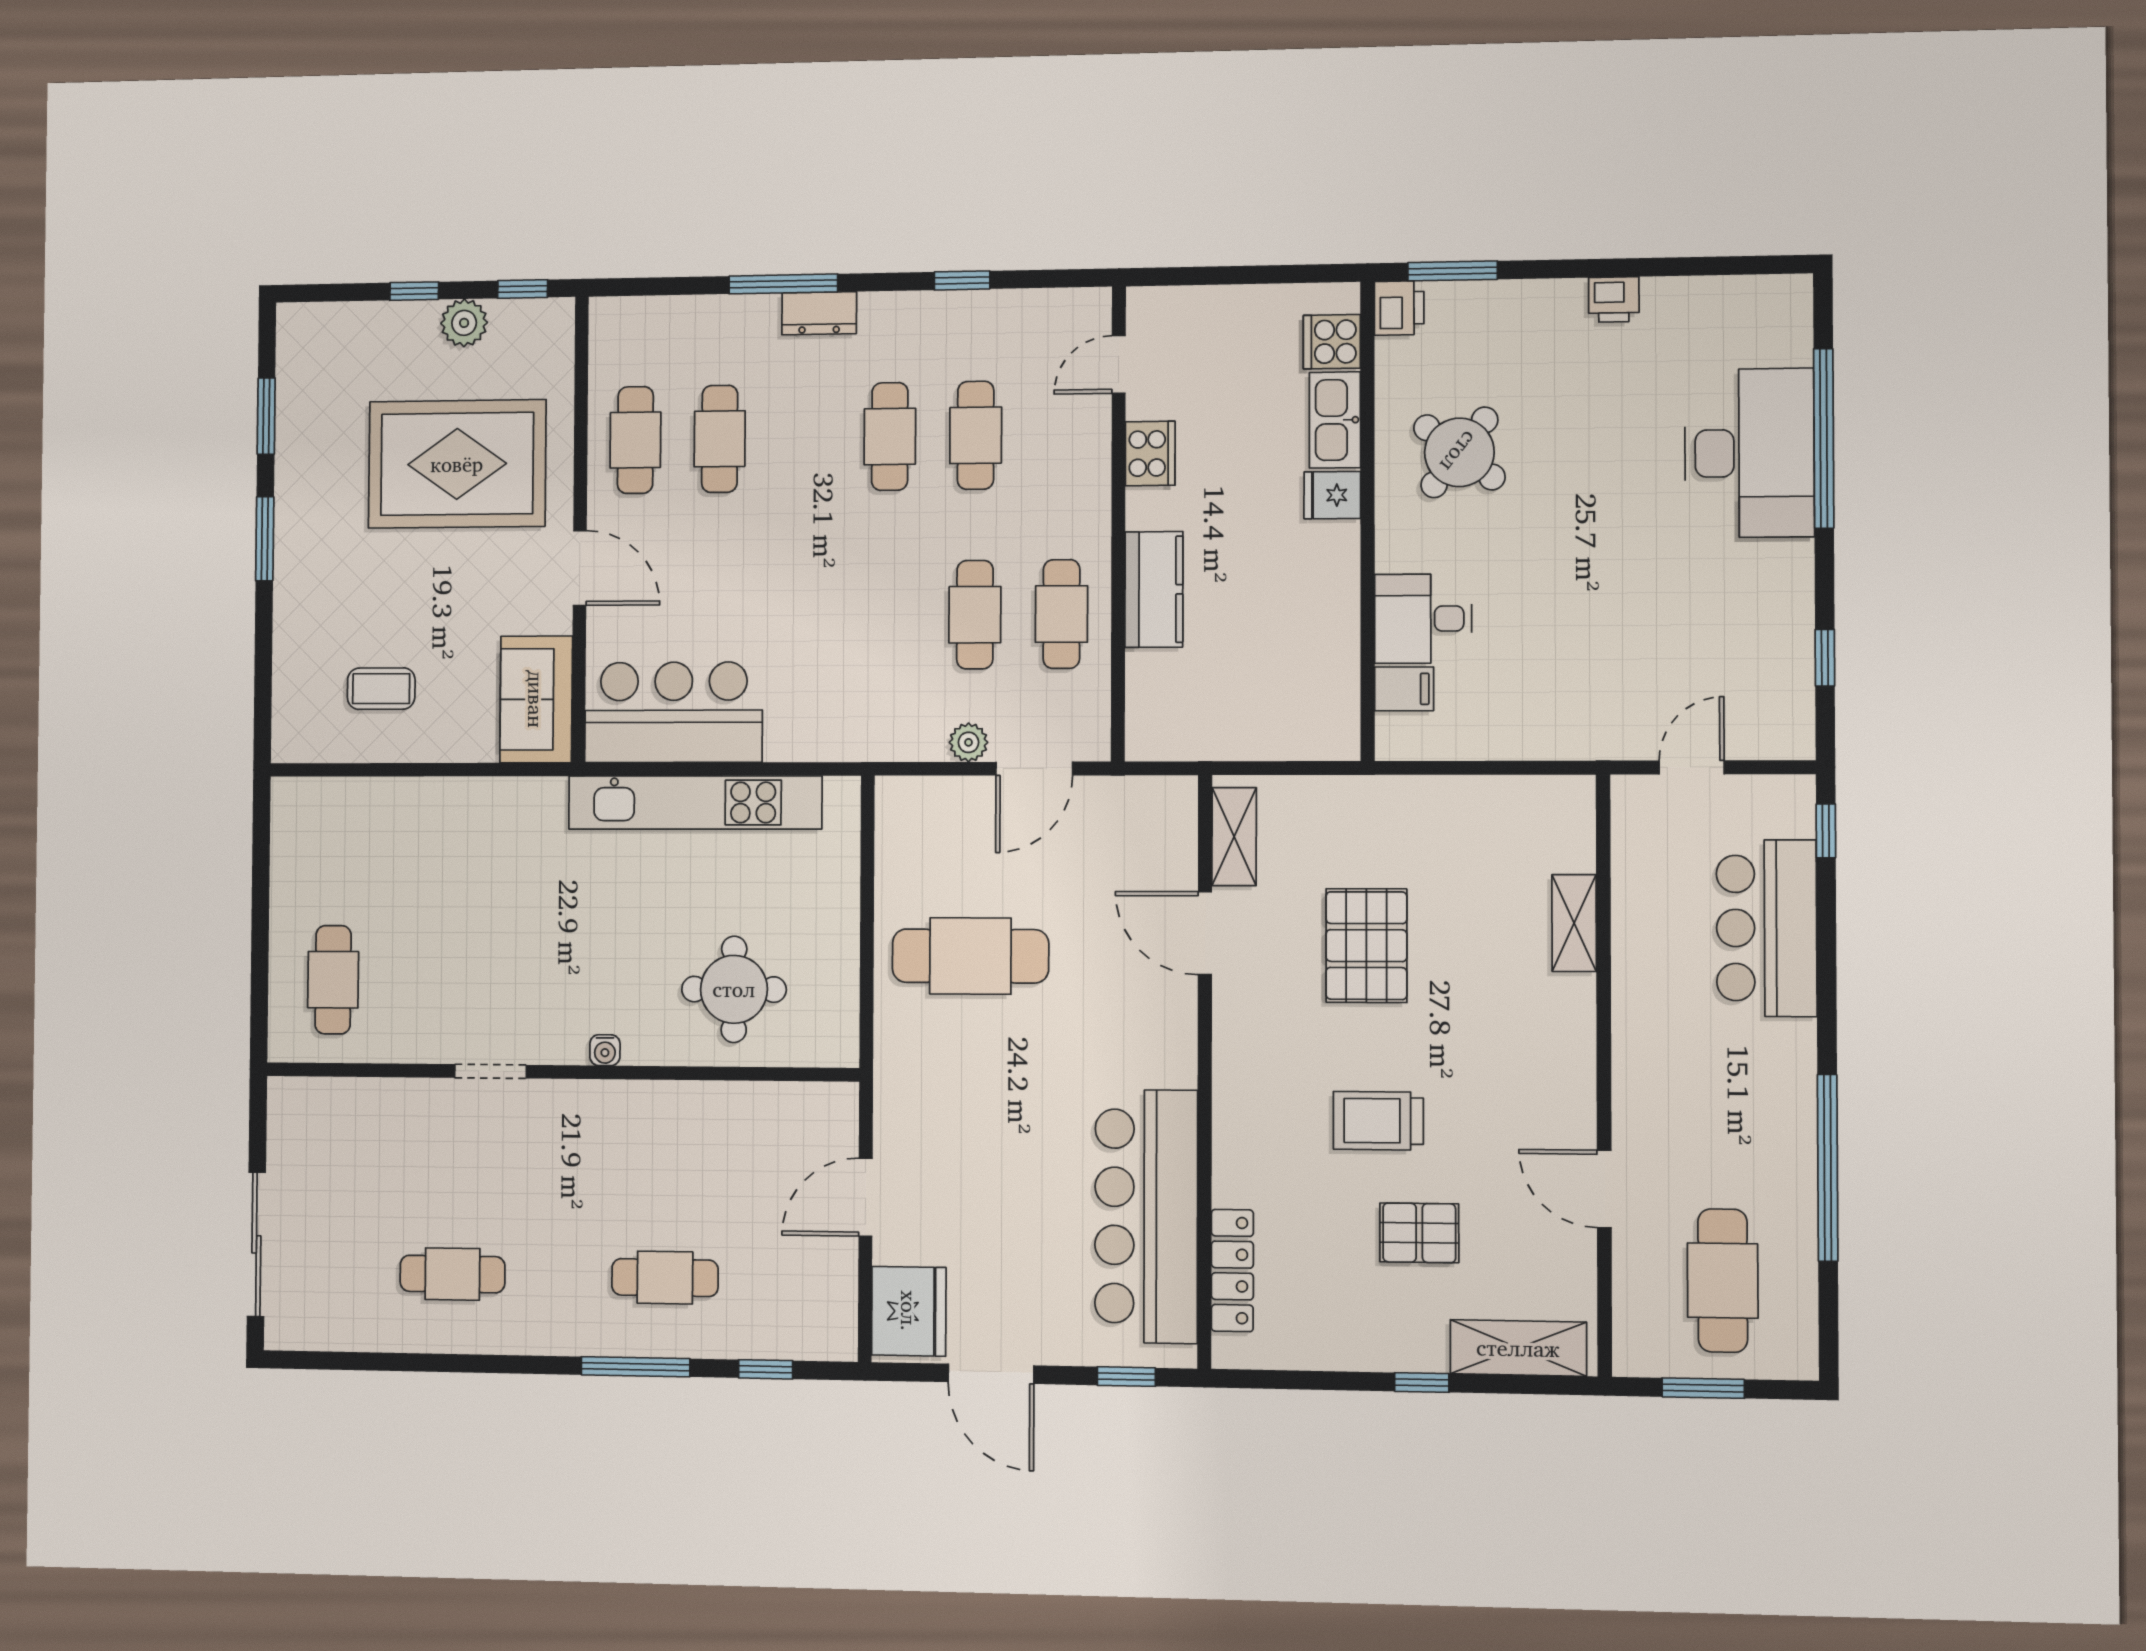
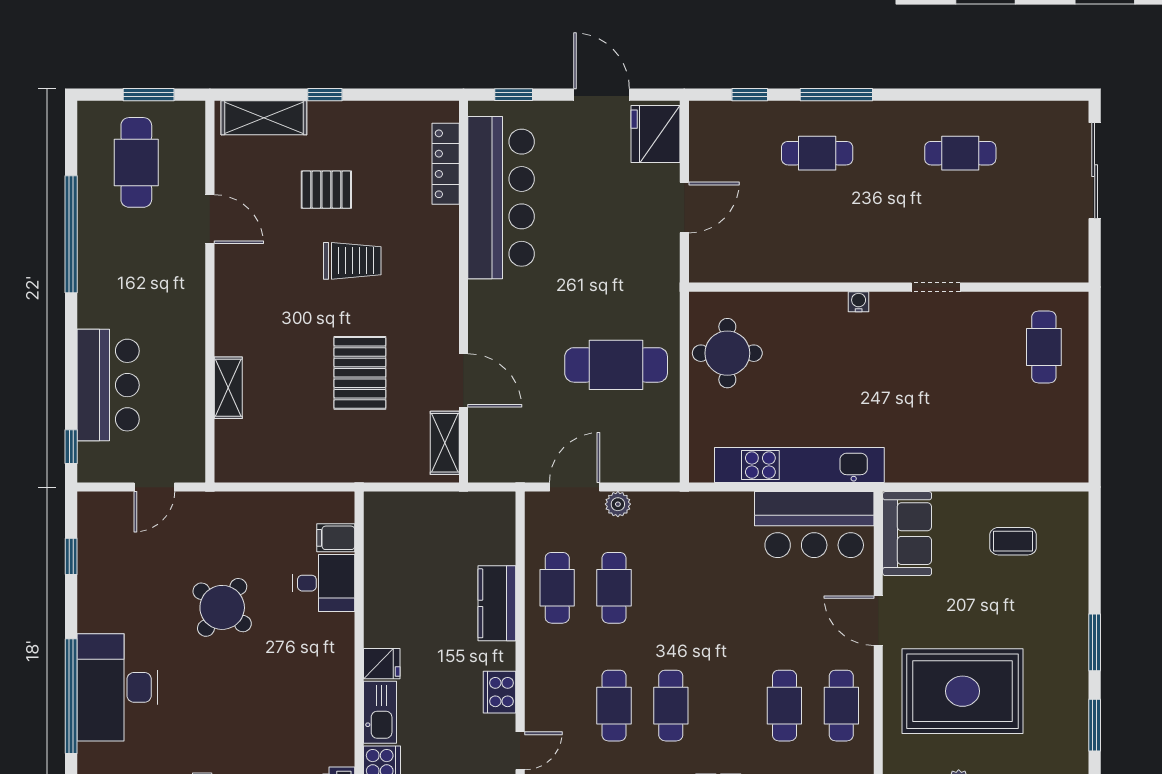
round table: (1459, 452) -> (222, 607), moved
round table: (734, 989) -> (727, 353), moved

